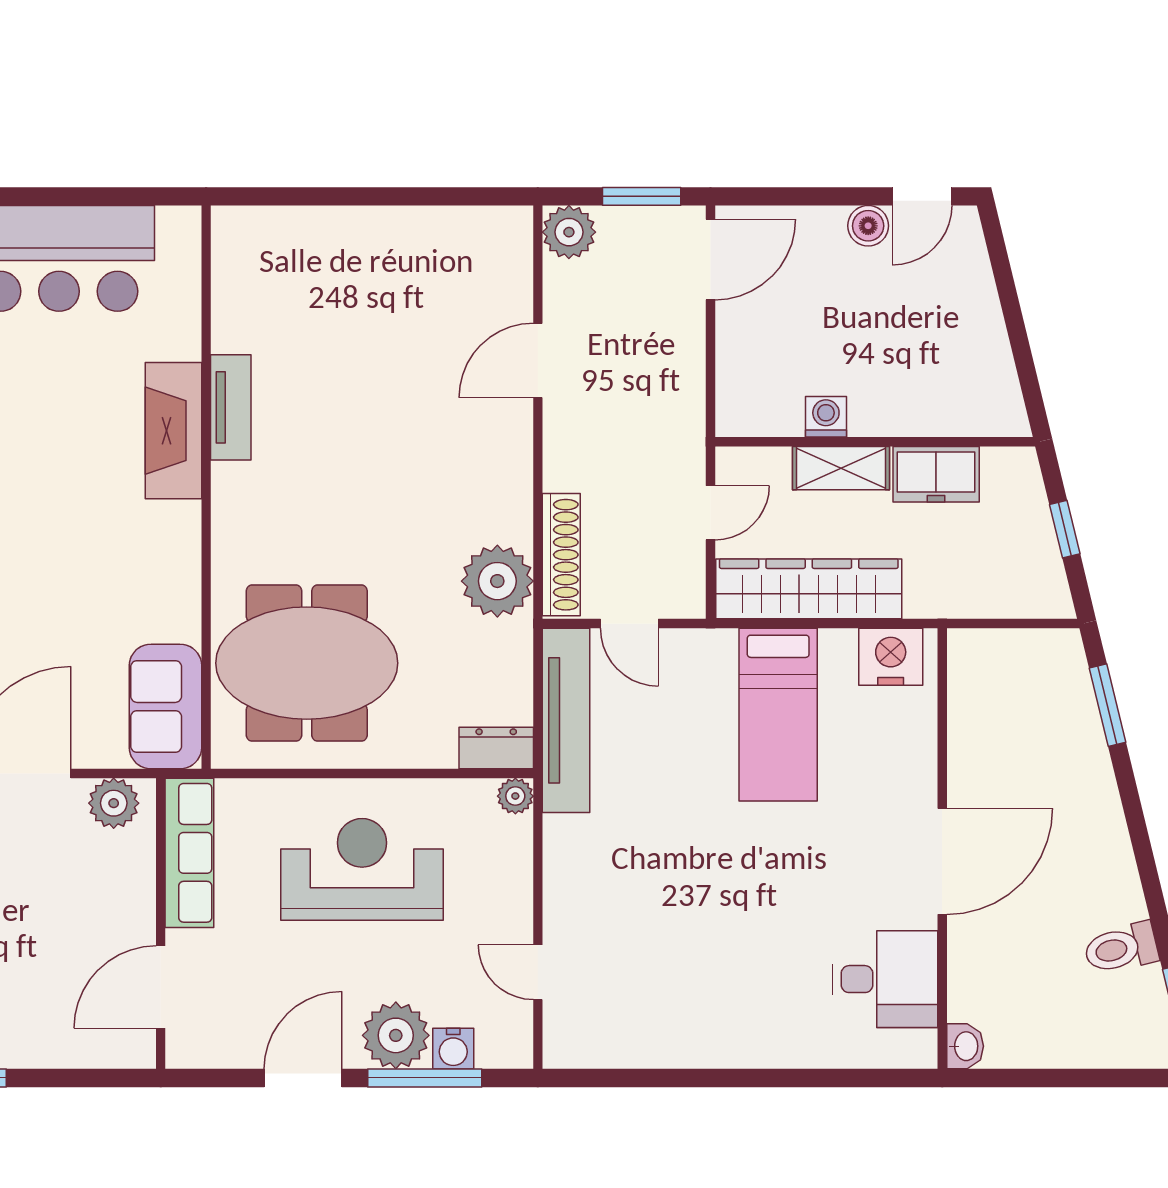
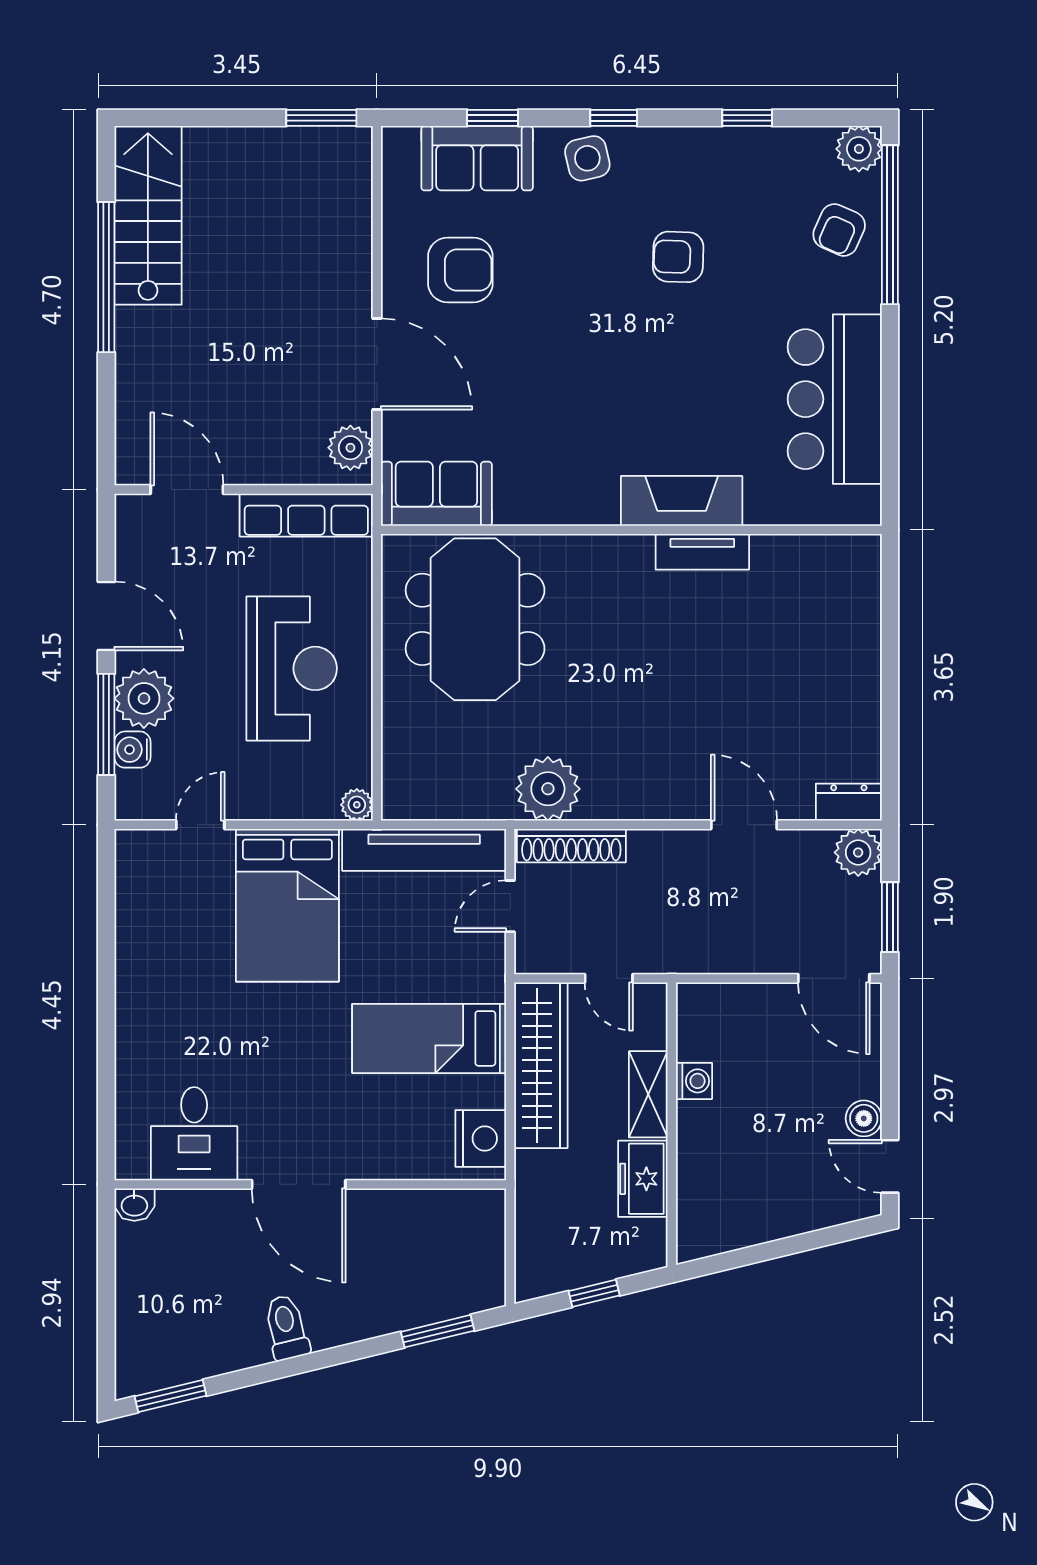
dresser: (496, 748) -> (849, 802), moved, turned -90
bed: (628, 874) -> (287, 905), added
toilet: (1121, 948) -> (286, 1327), moved

